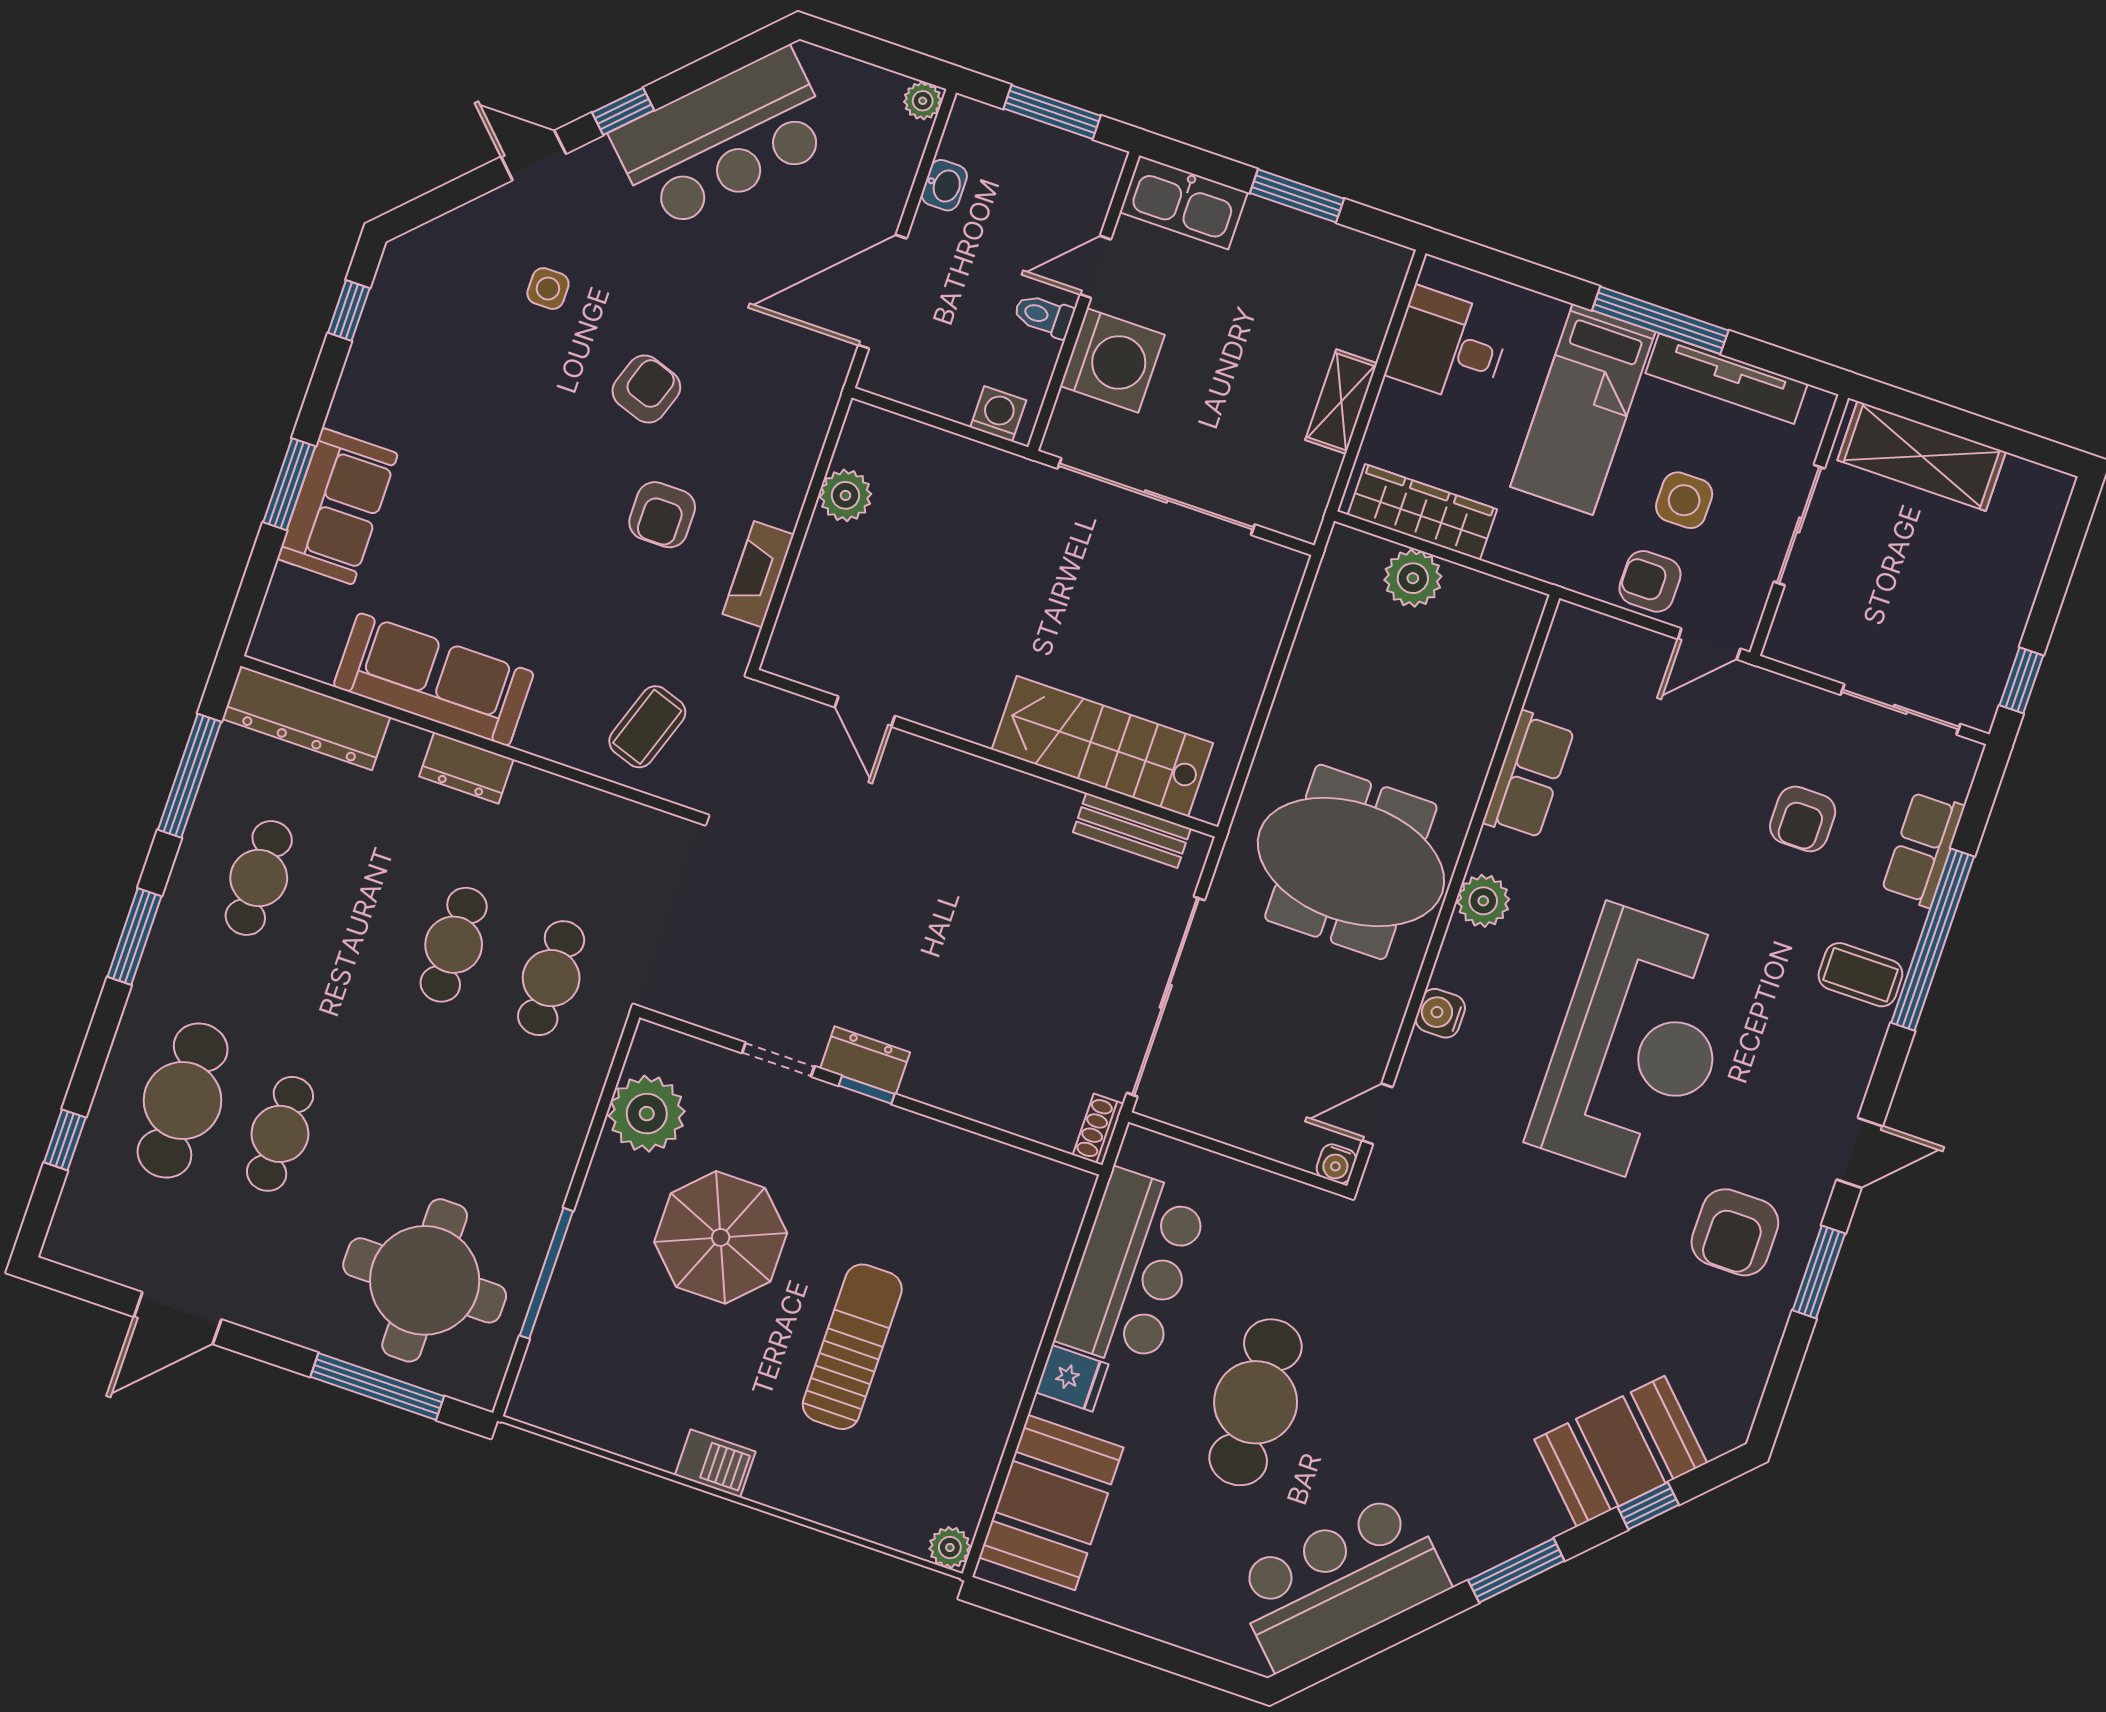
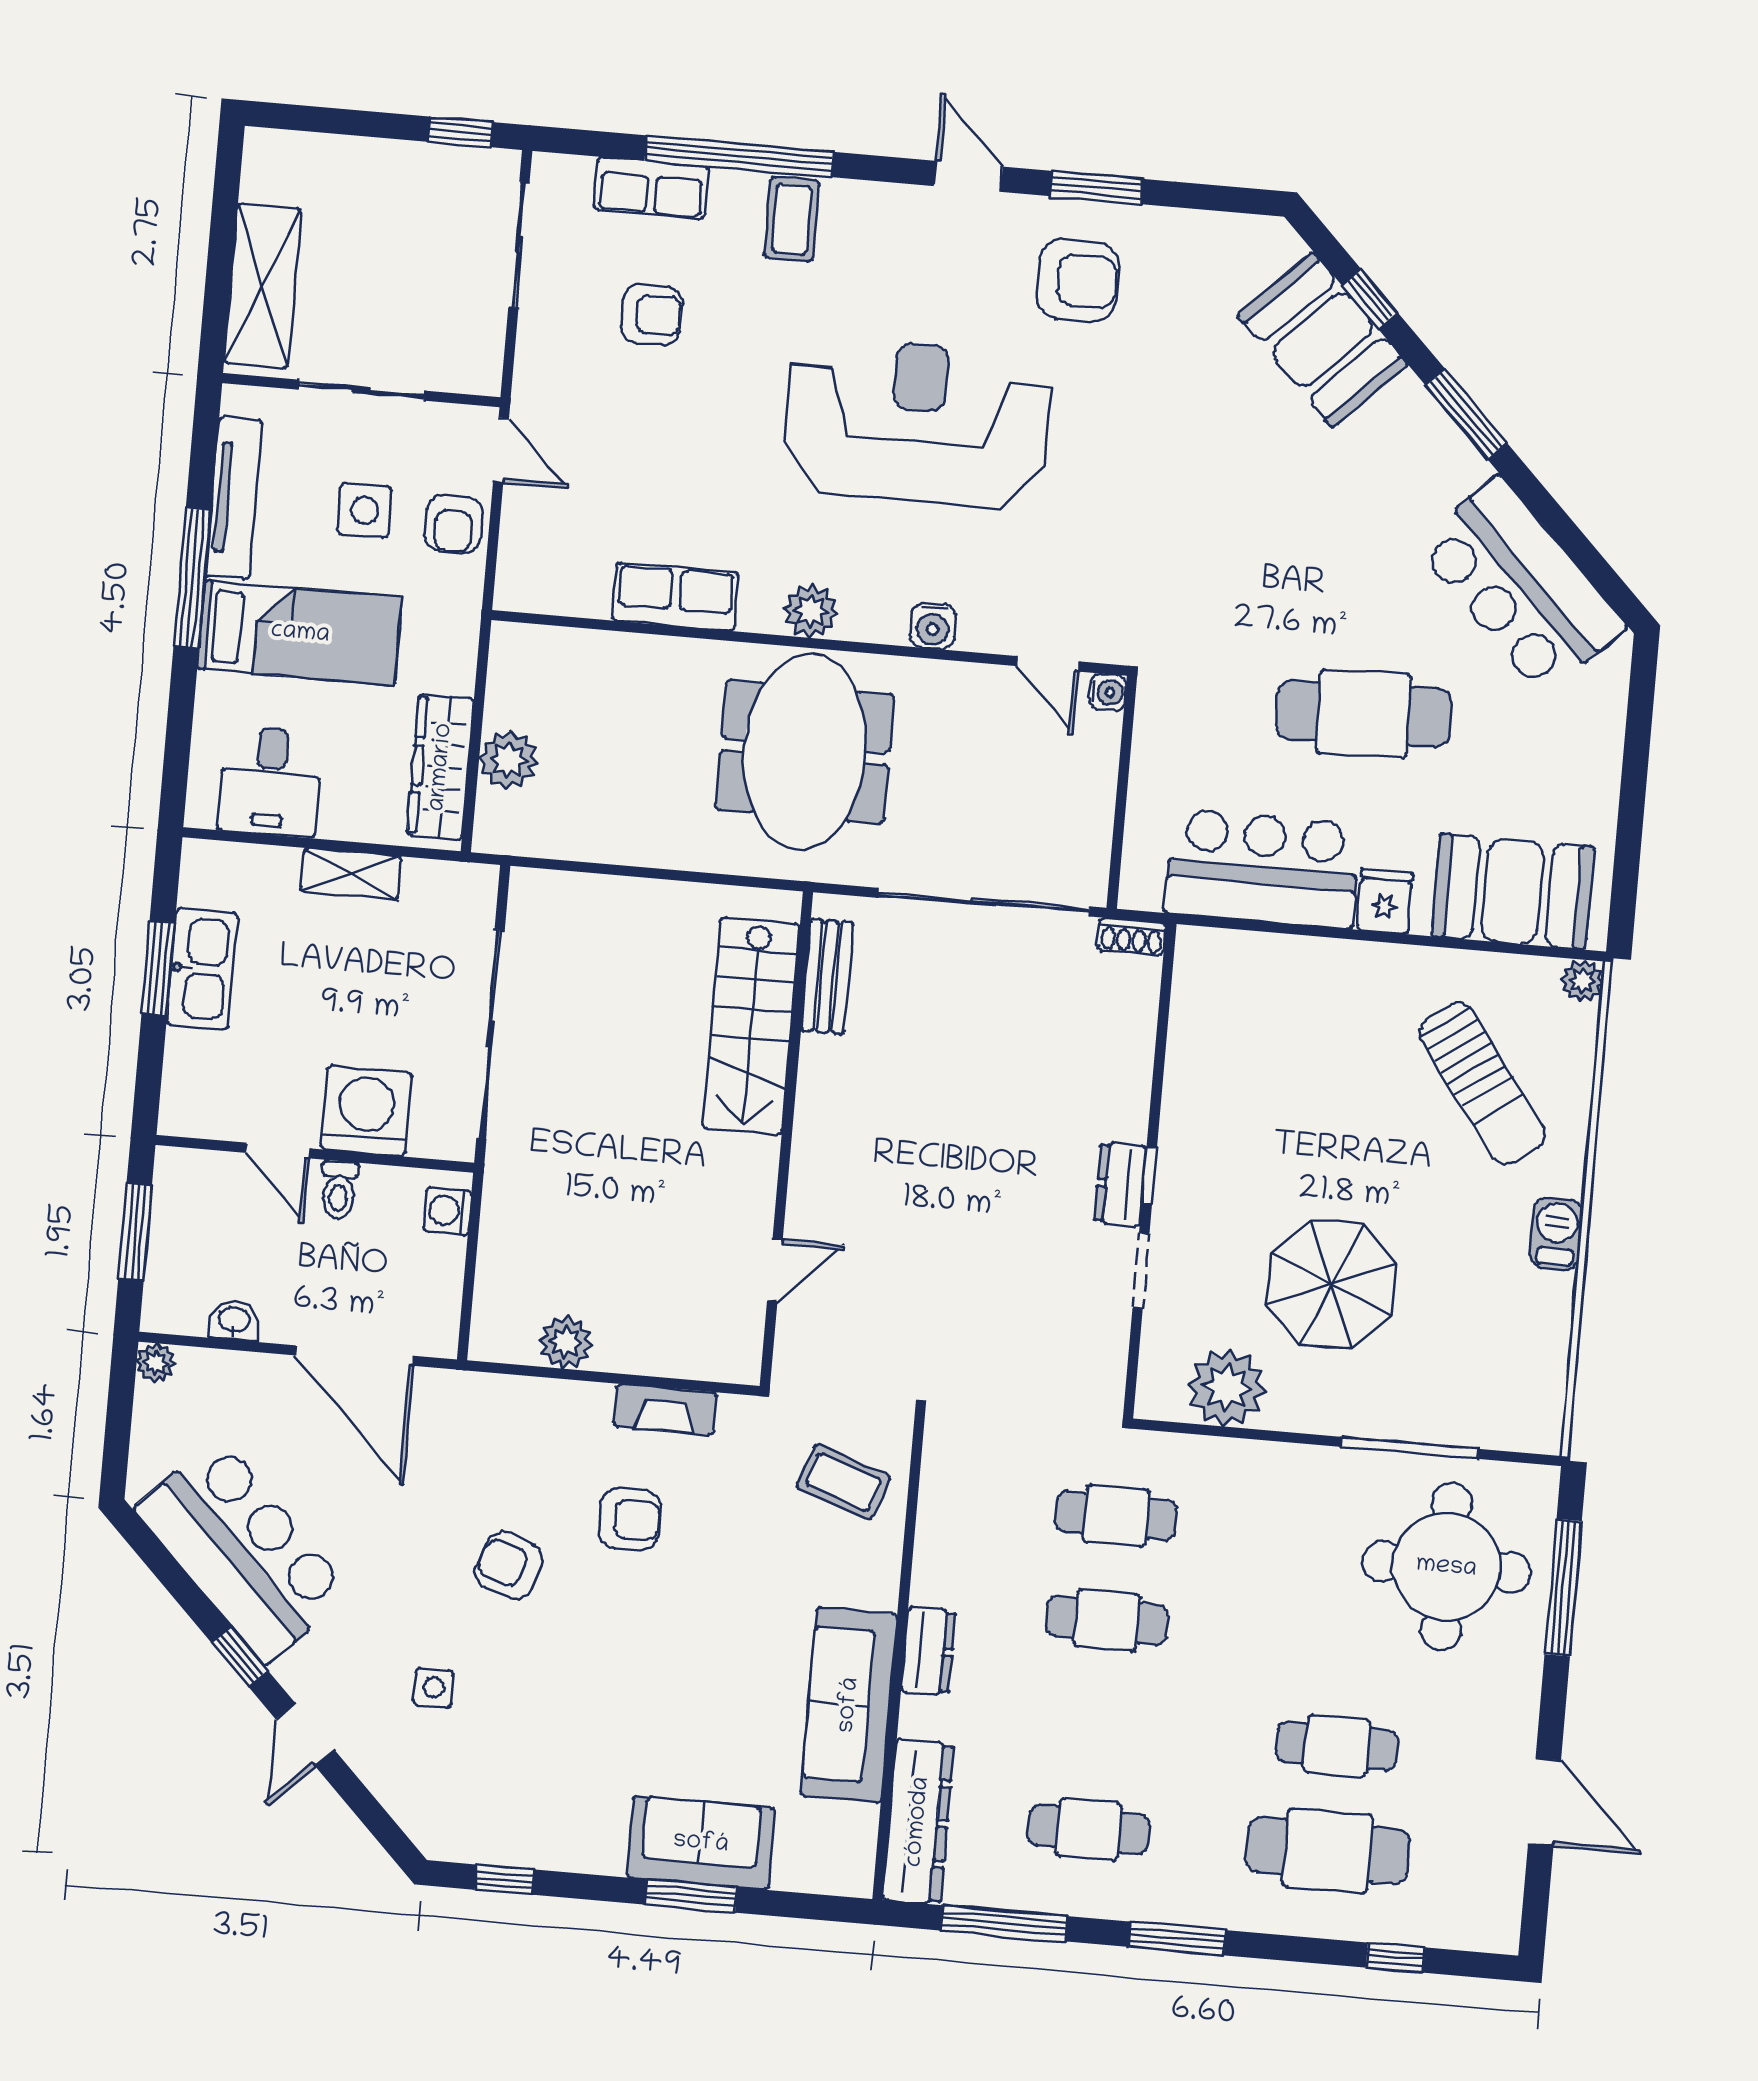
kitchen sink: (1184, 202) -> (202, 969), moved
sun lounger: (852, 1347) -> (1482, 1083), moved, turned -126

